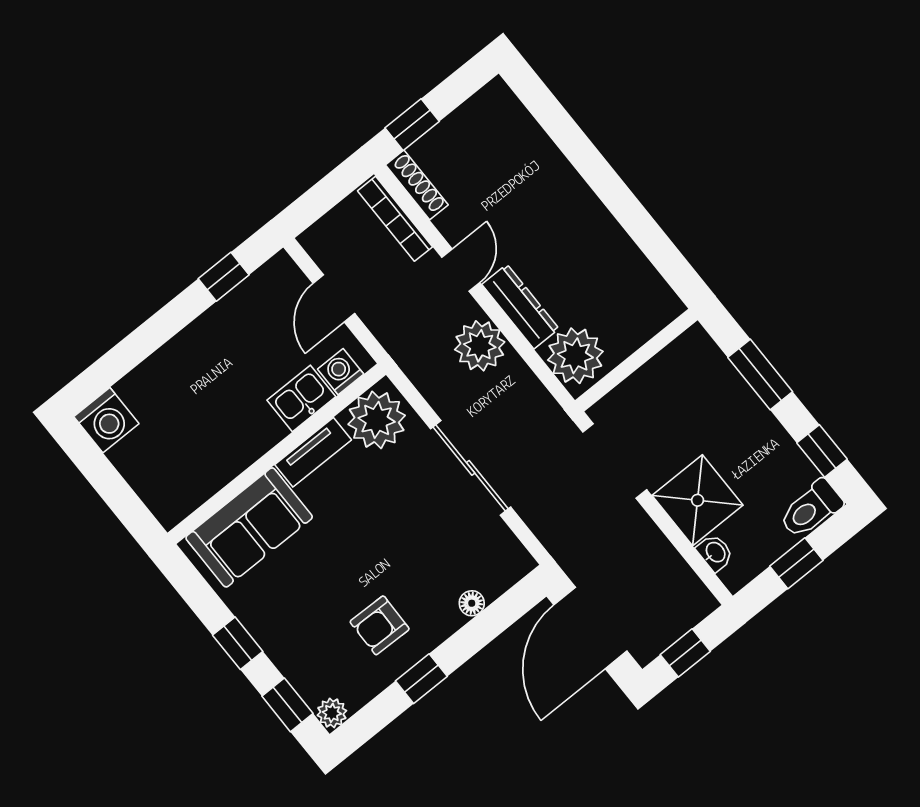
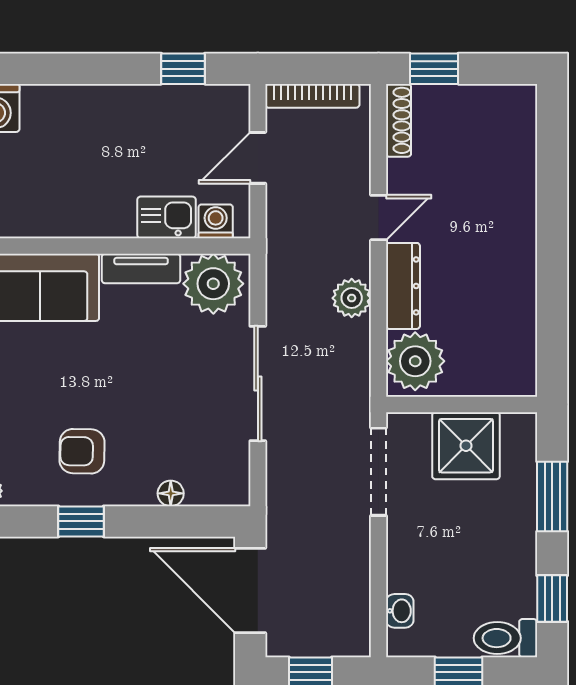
bookcase: (395, 219) -> (312, 96), moved, turned -90
plant: (480, 346) -> (352, 298), width x0.73, depth x0.73
shower: (698, 500) -> (466, 446), moved
door: (590, 628) -> (250, 590), hinge flipped

